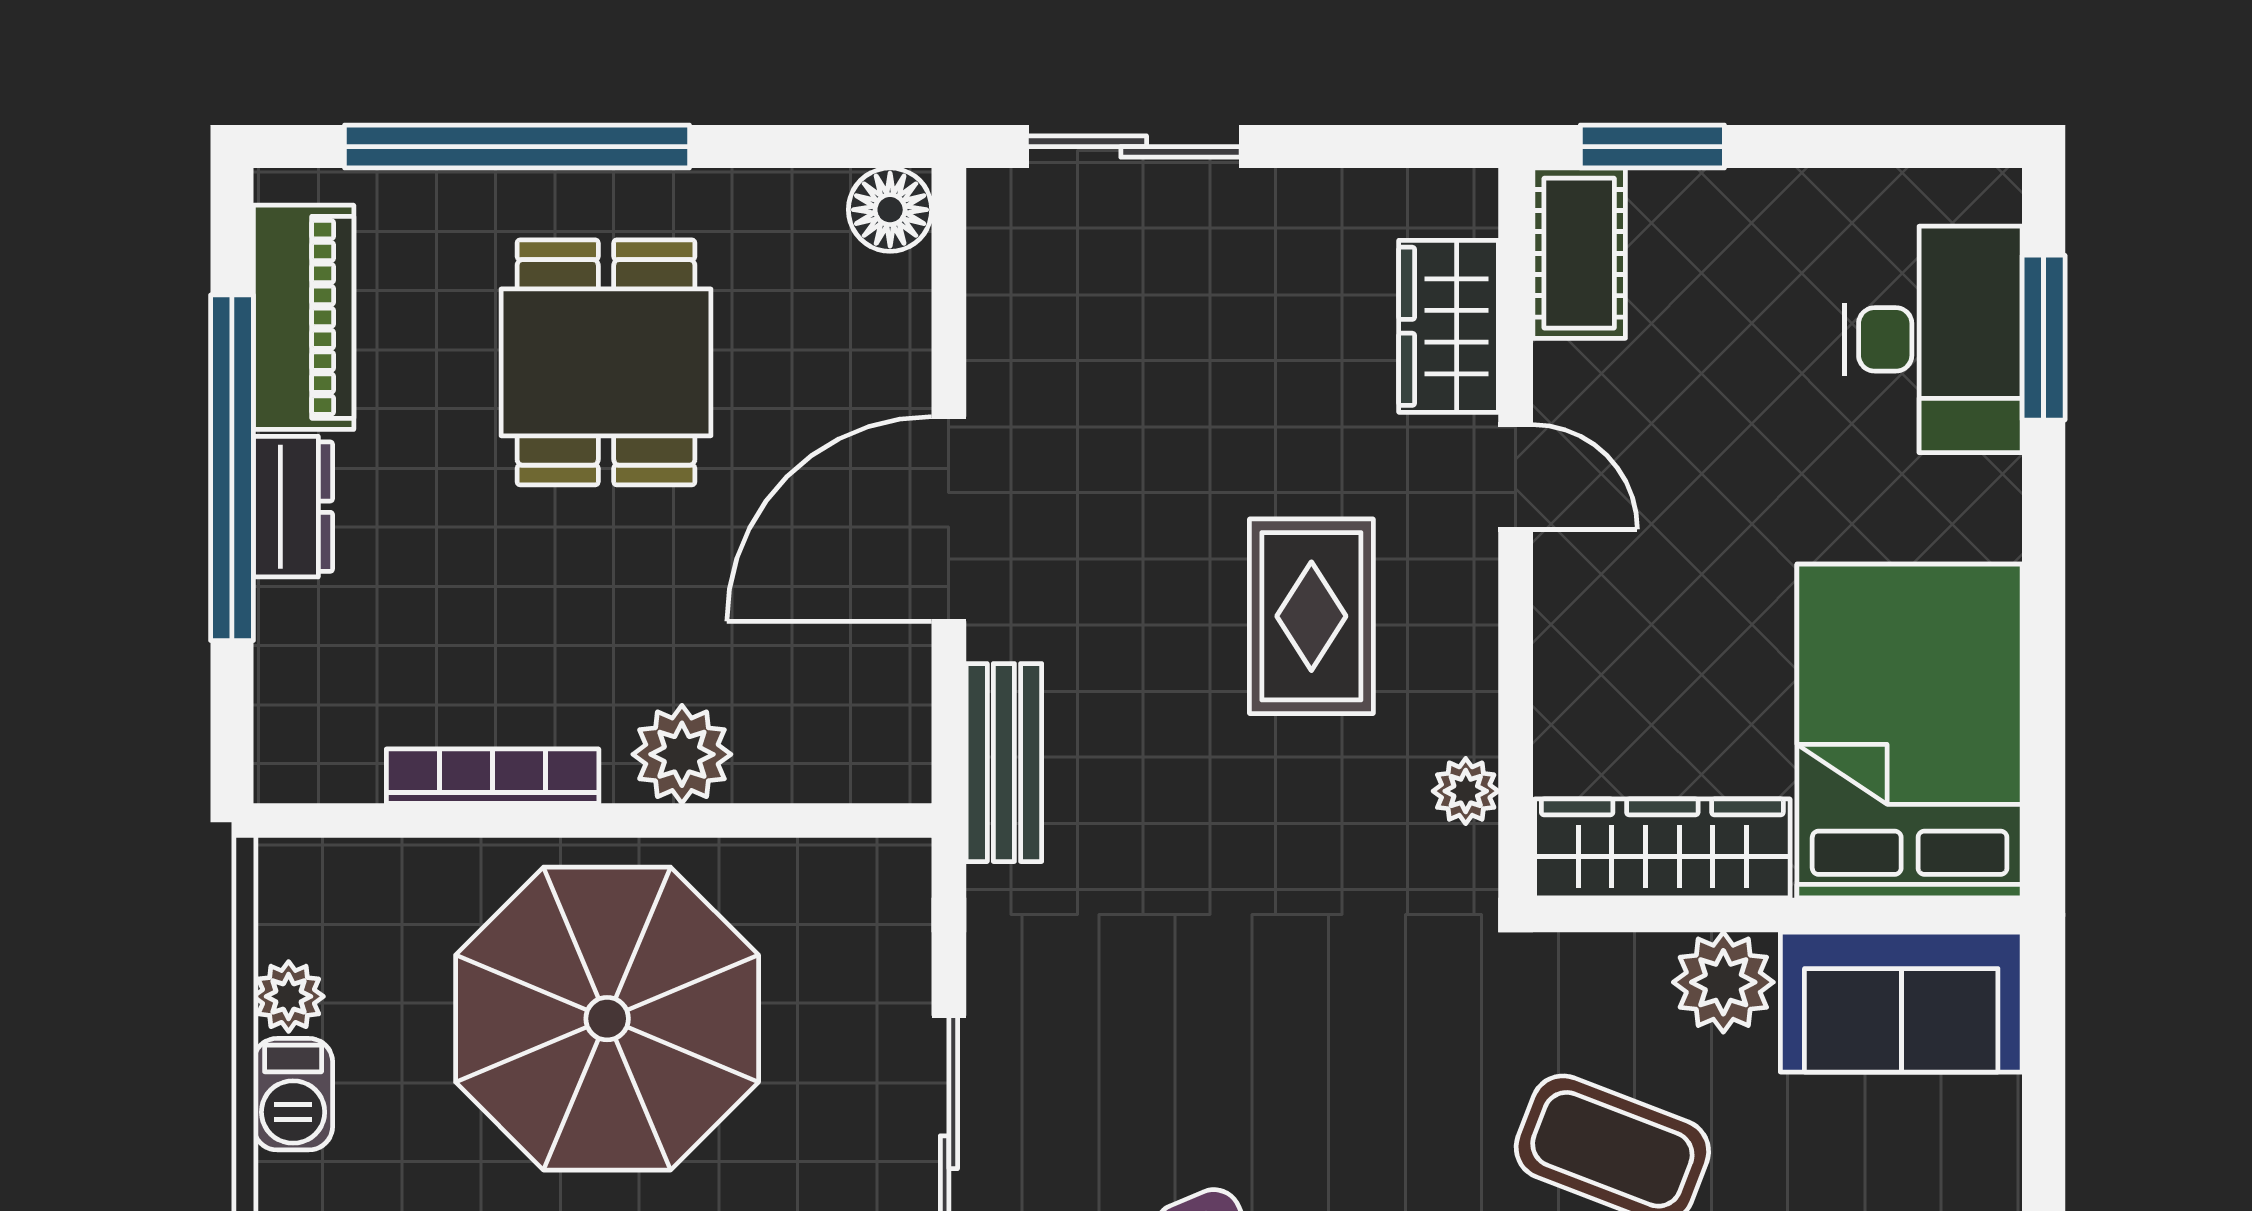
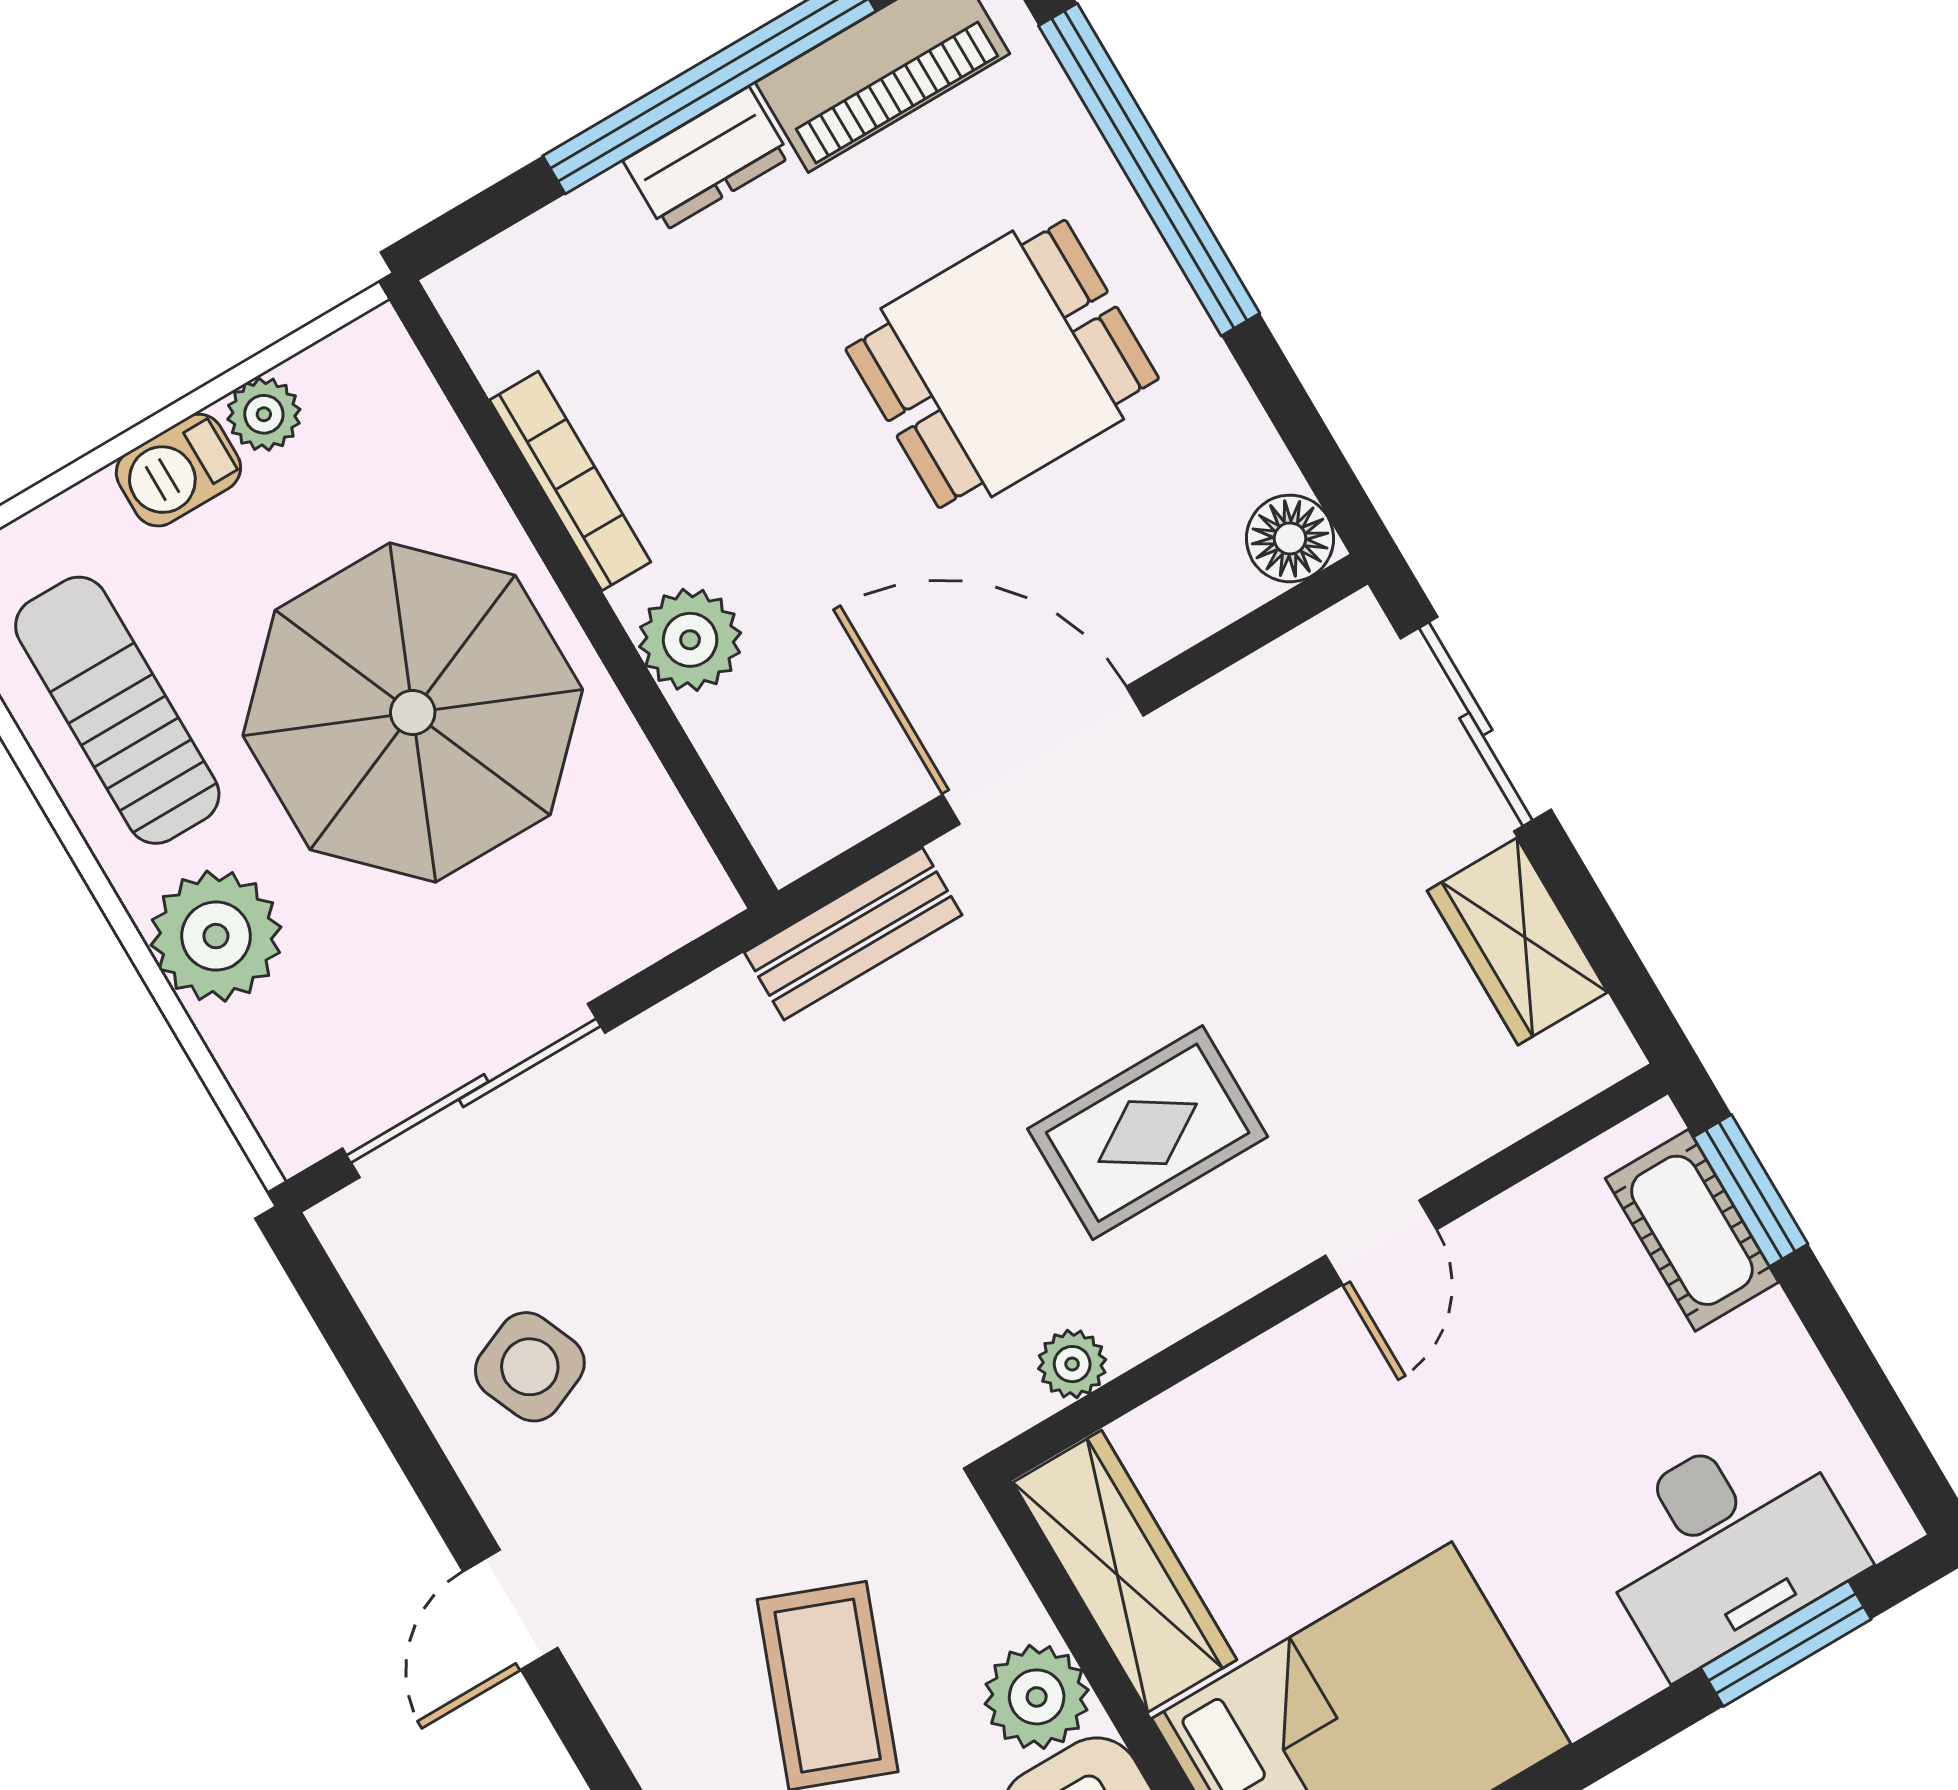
cot: (1579, 253) -> (1692, 1230), moved, turned 90
wardrobe: (1449, 326) -> (1517, 941), moved, turned -90

